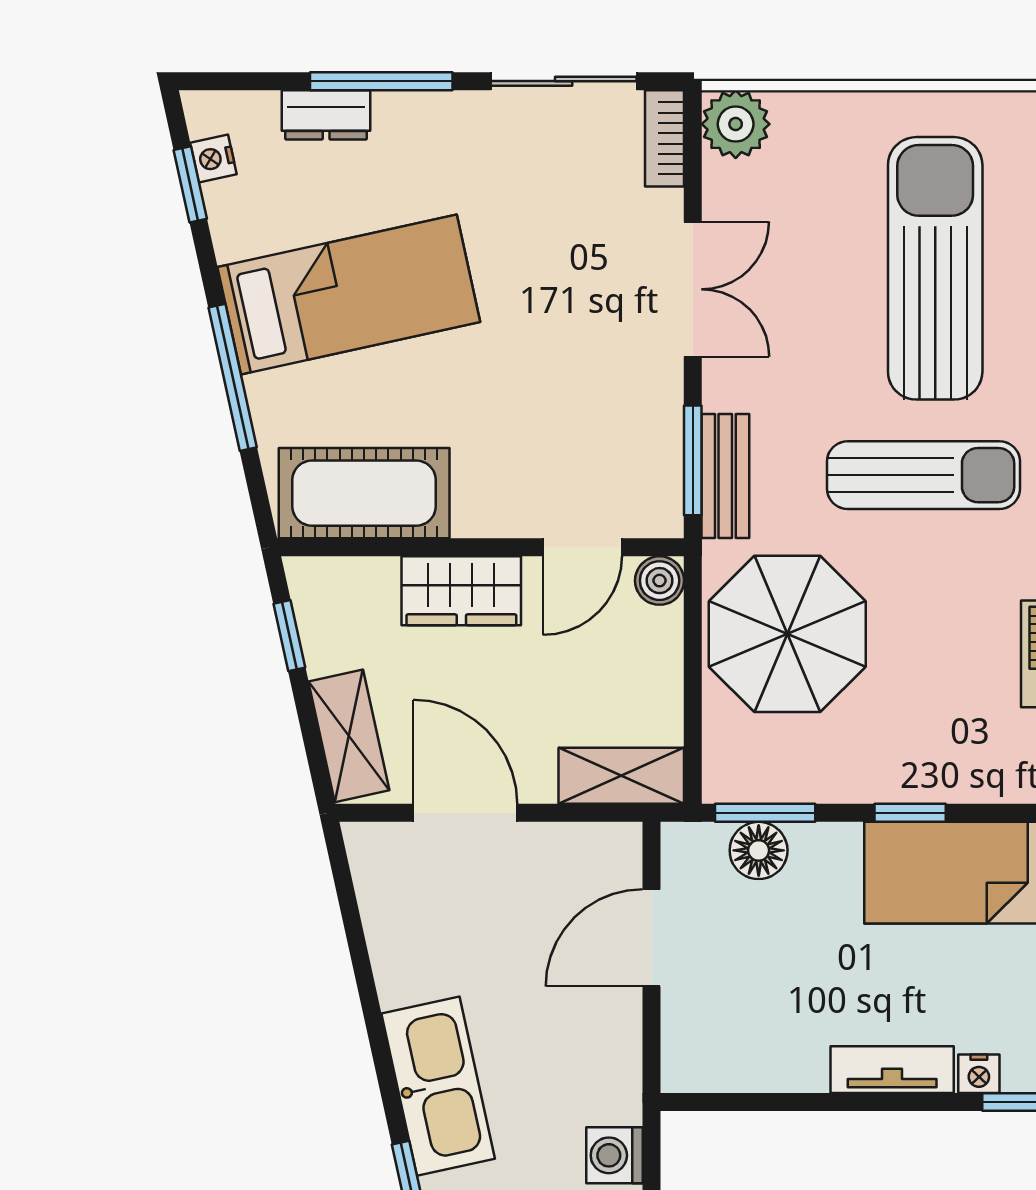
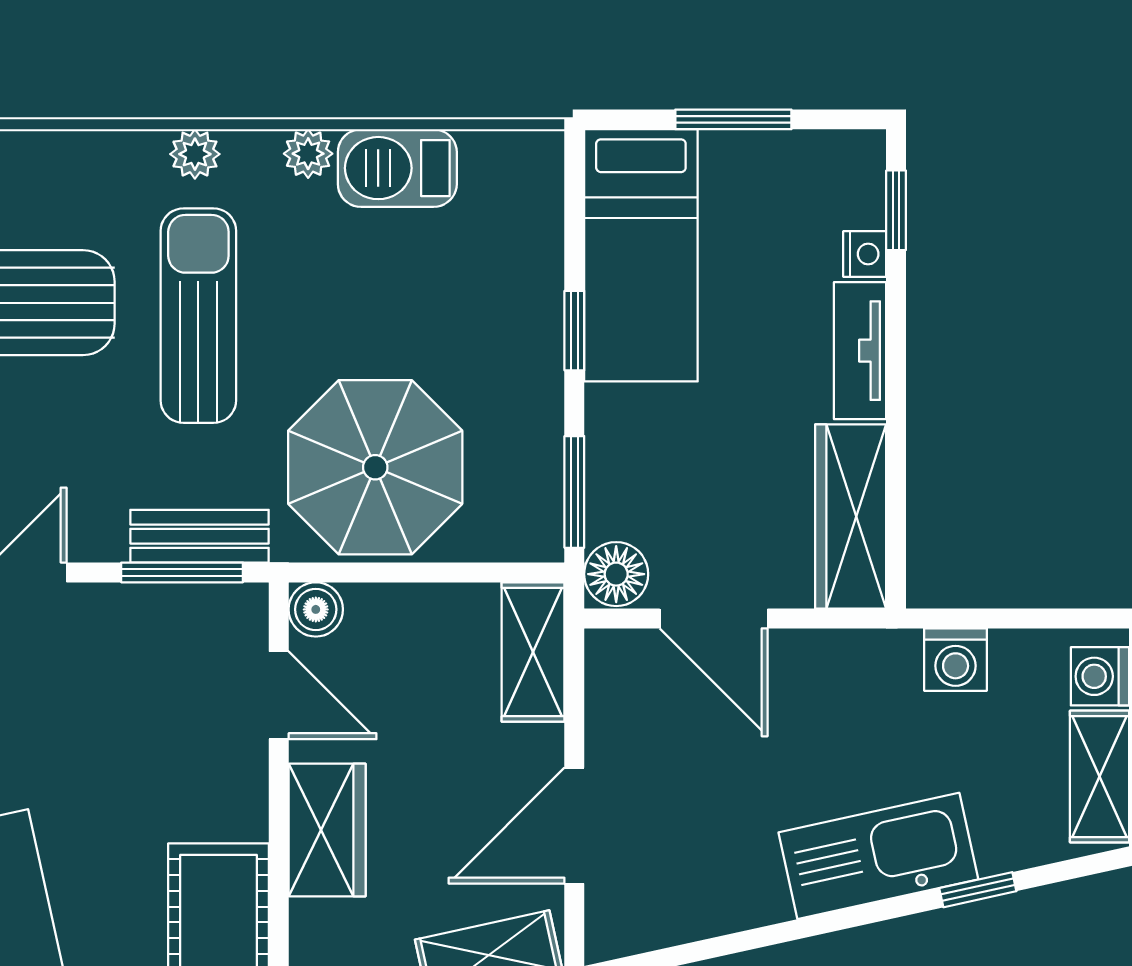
floor lamp: (759, 850) -> (616, 574), moved
wardrobe: (743, 1061) -> (851, 516), added

